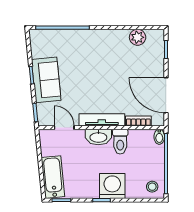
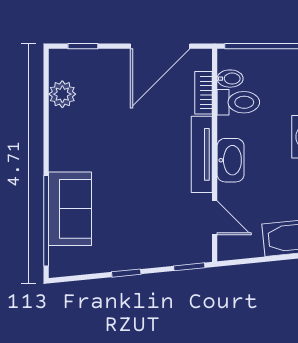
sofa: (46, 80) -> (70, 209), moved, turned 96
door: (64, 128) -> (215, 218), swing flipped
bidet: (159, 137) -> (230, 79), moved
toilet: (120, 142) -> (238, 102), moved

